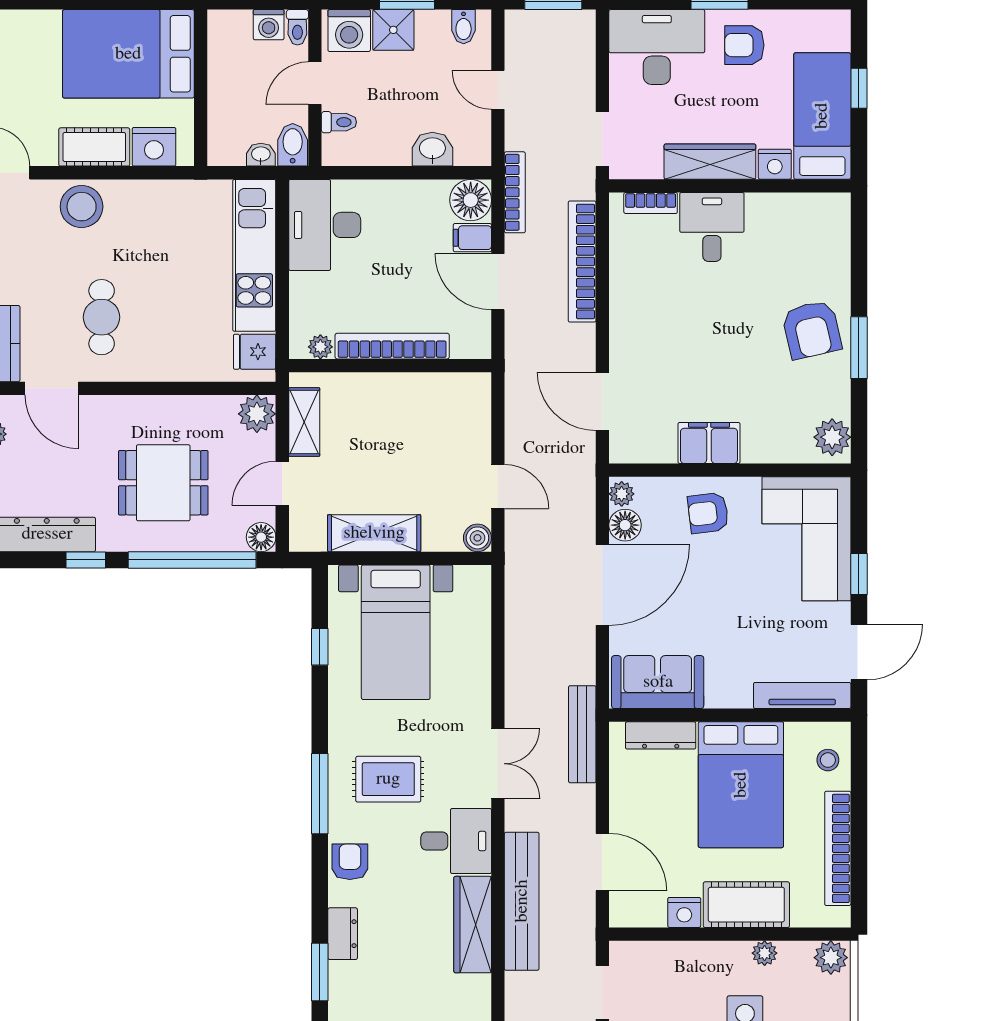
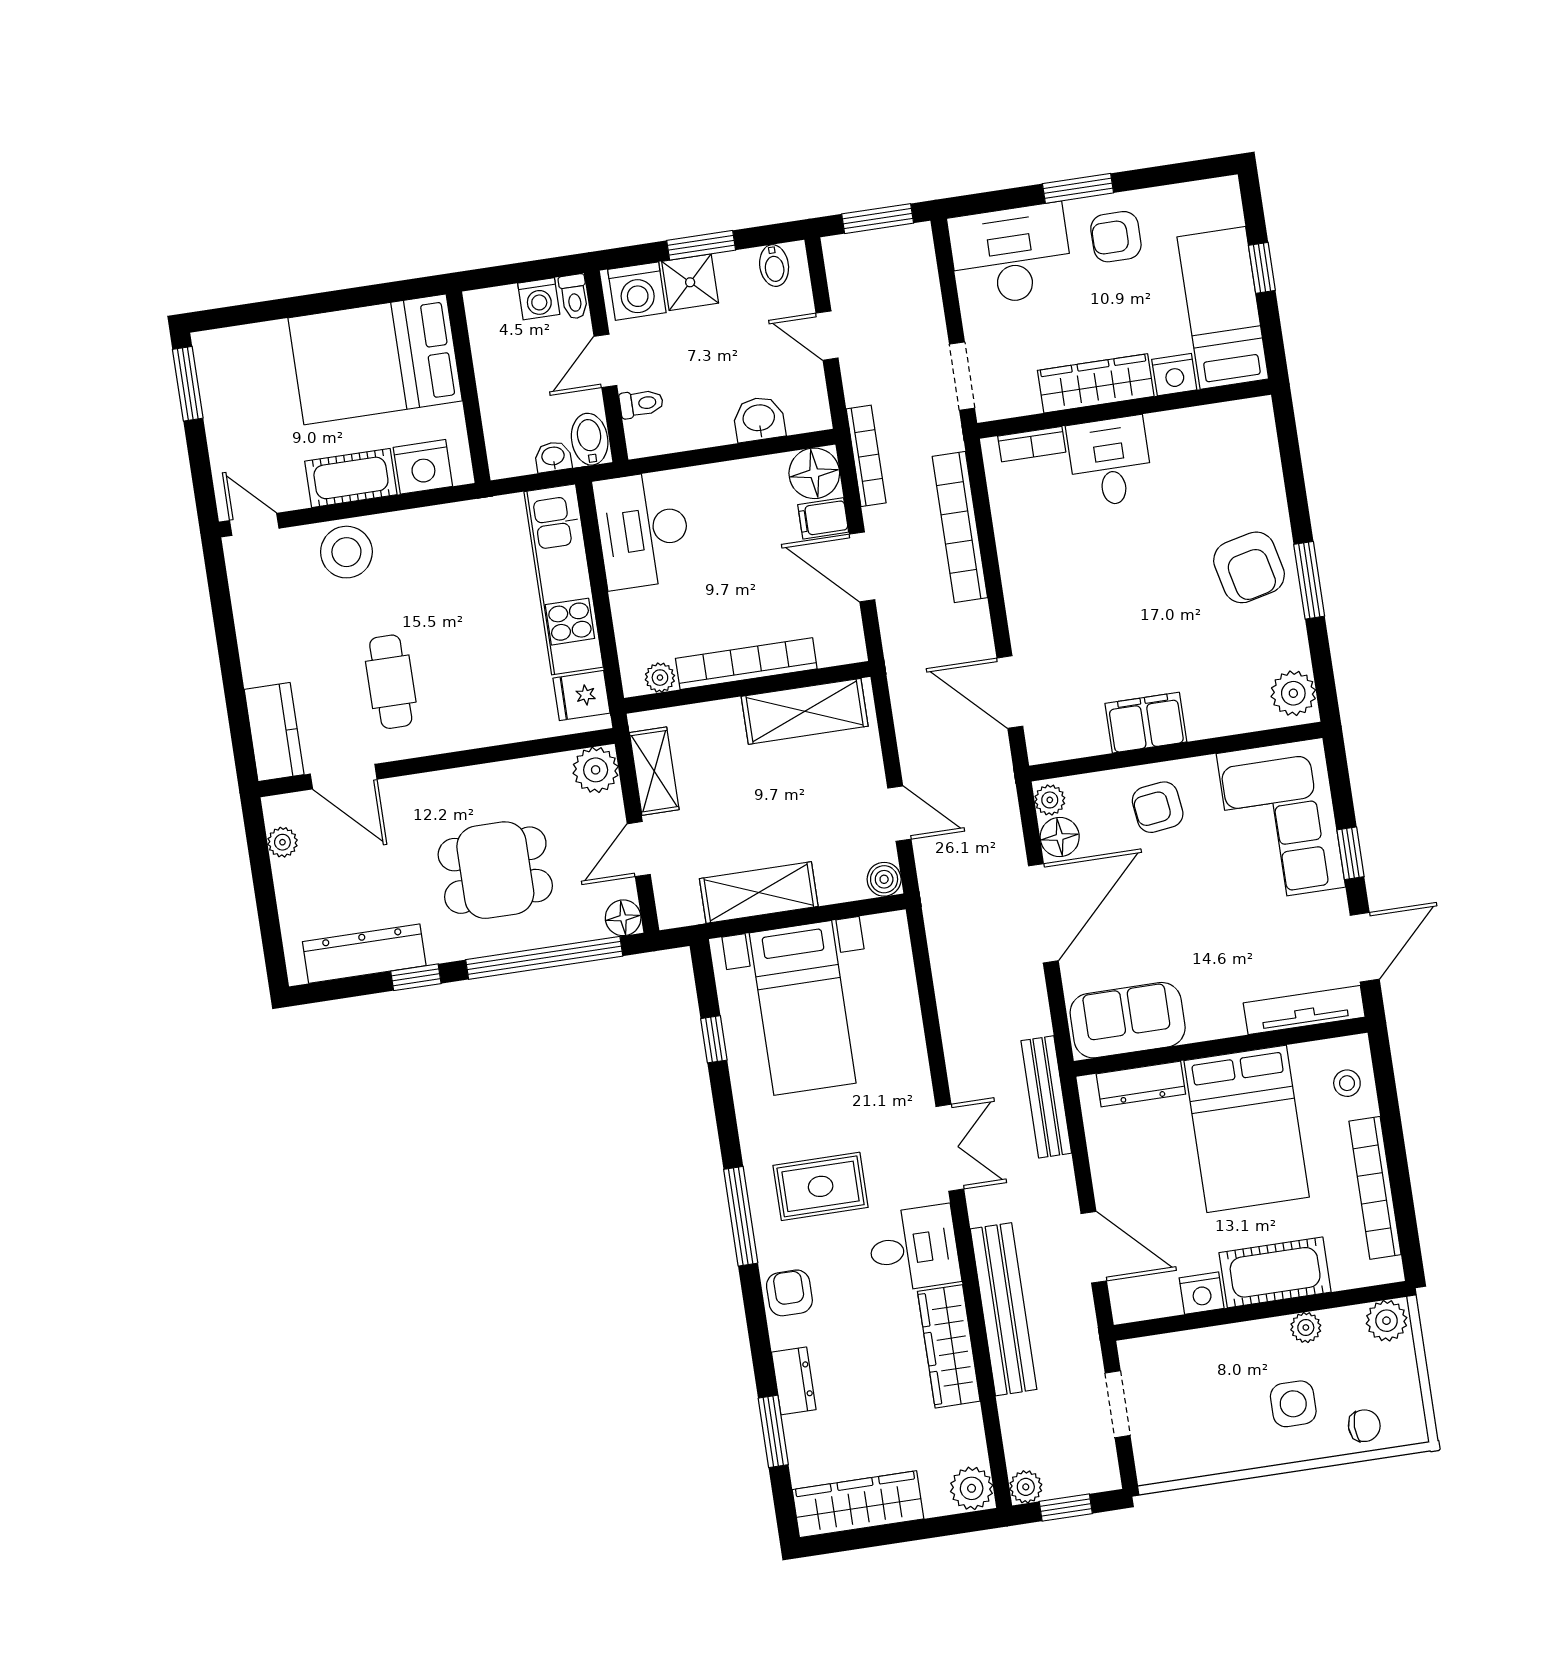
shelving: (434, 392) -> (805, 711), added

